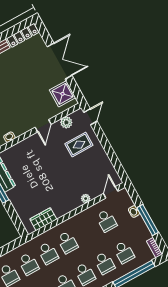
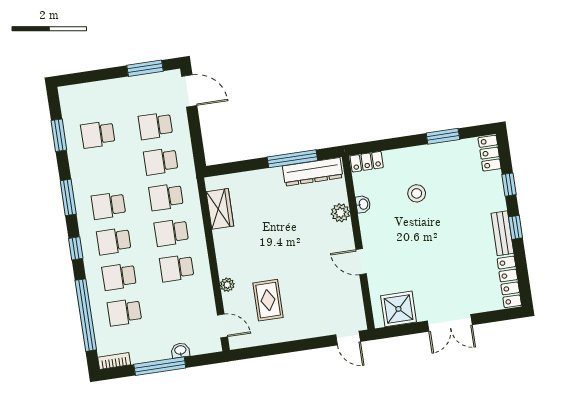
double door: (59, 61) -> (450, 323), width x0.73
plant: (66, 122) -> (340, 213), moved
rug: (79, 145) -> (268, 300), moved
school desk: (106, 221) -> (177, 268), moved

